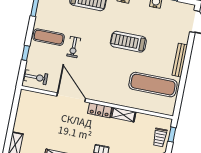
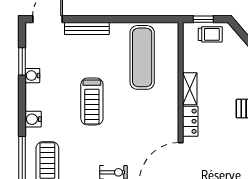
bench: (180, 60) -> (87, 29), moved

